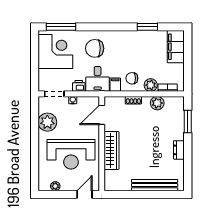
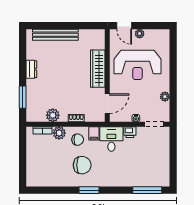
window: (147, 27) -> (89, 190), moved
filing cabinet: (176, 47) -> (34, 171), removed
chair: (95, 48) -> (82, 165), moved
corner desk: (55, 51) -> (153, 166), removed
plant: (47, 122) -> (165, 97), width x0.53, depth x0.53
reception desk: (71, 154) -> (137, 65), turned 180
plant: (55, 186) -> (140, 34), moved
door: (85, 194) -> (124, 26), hinge flipped

